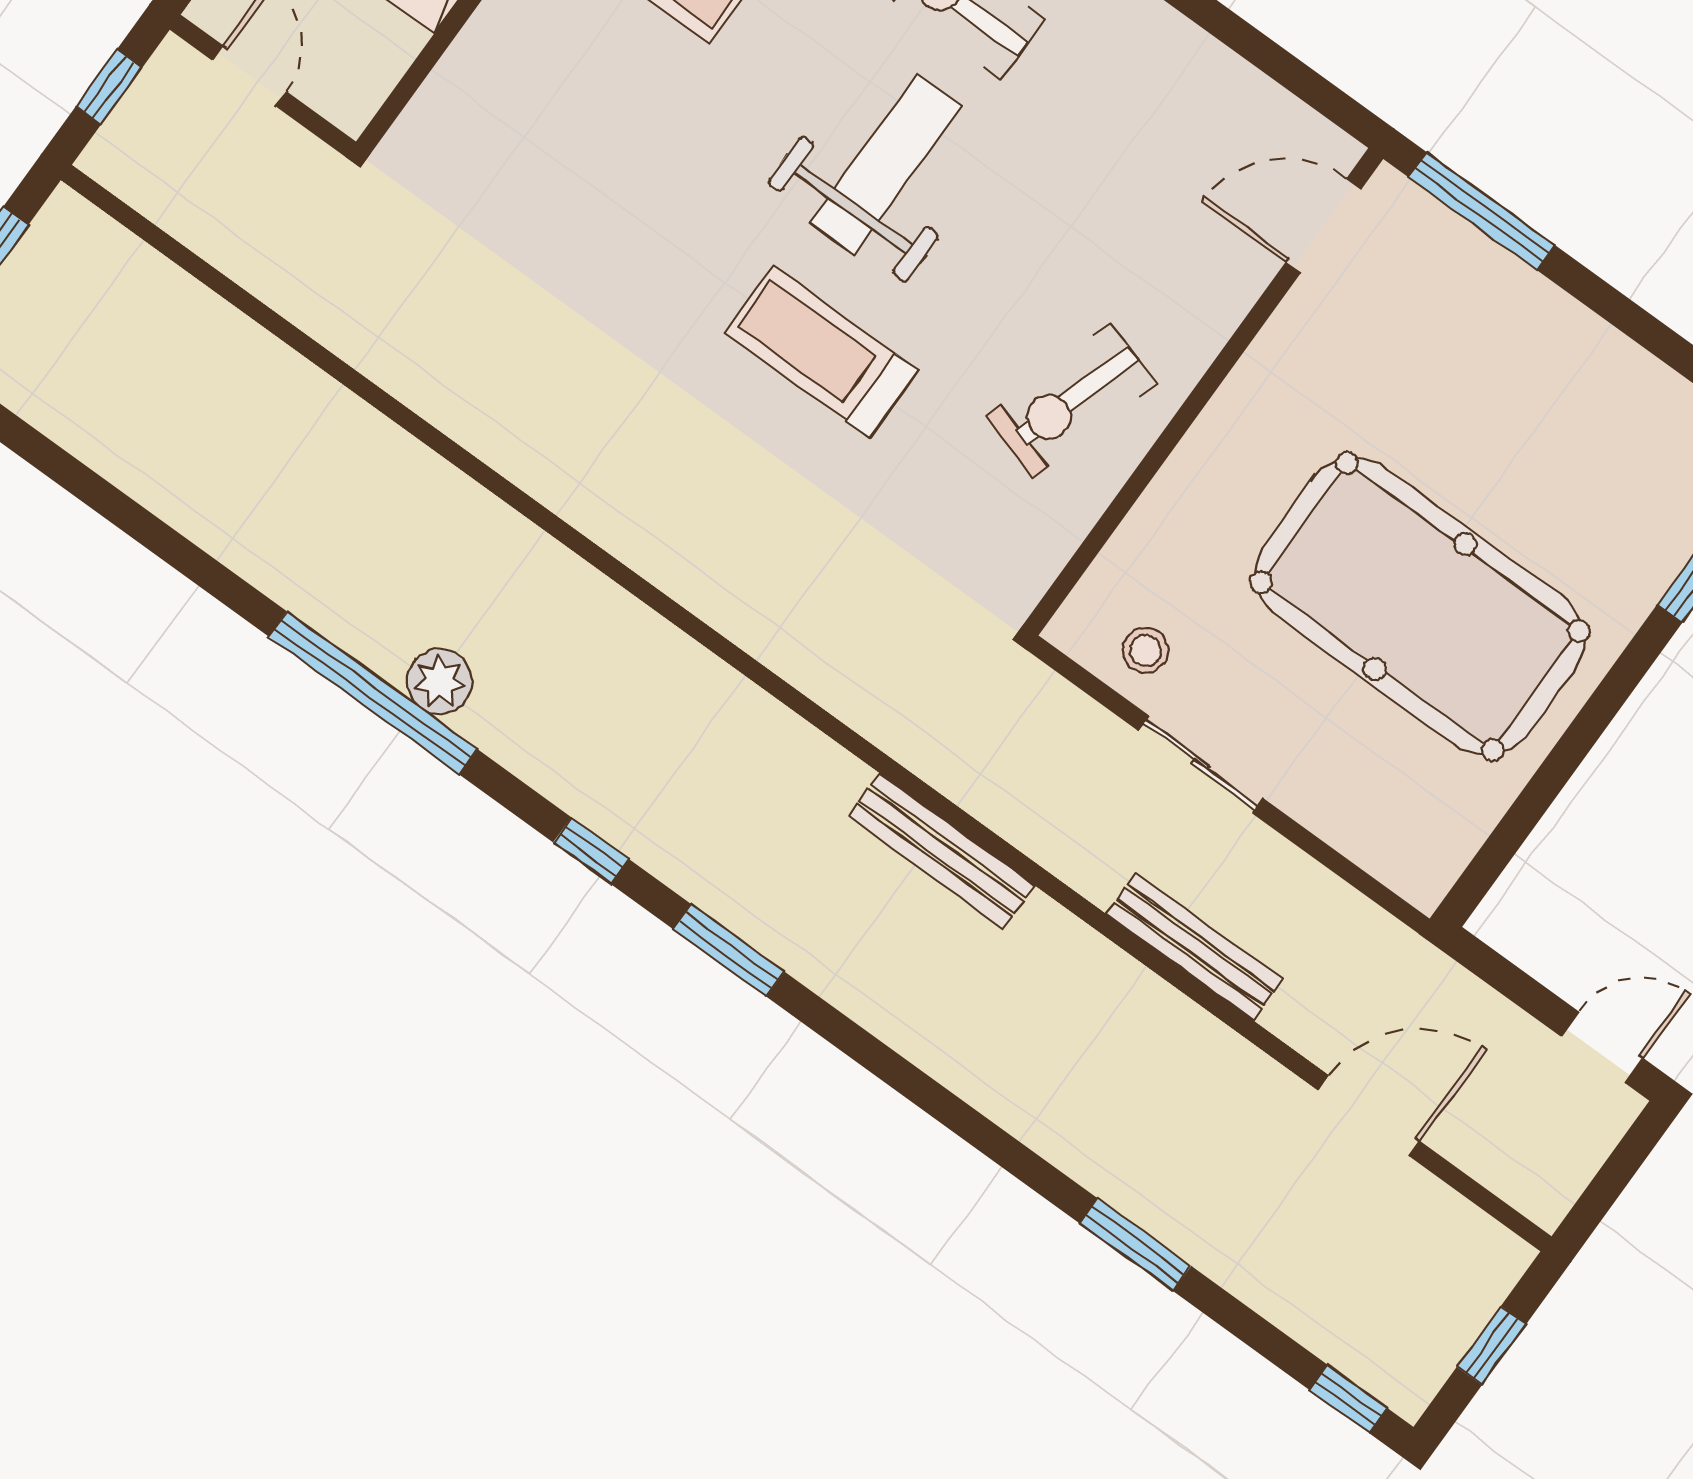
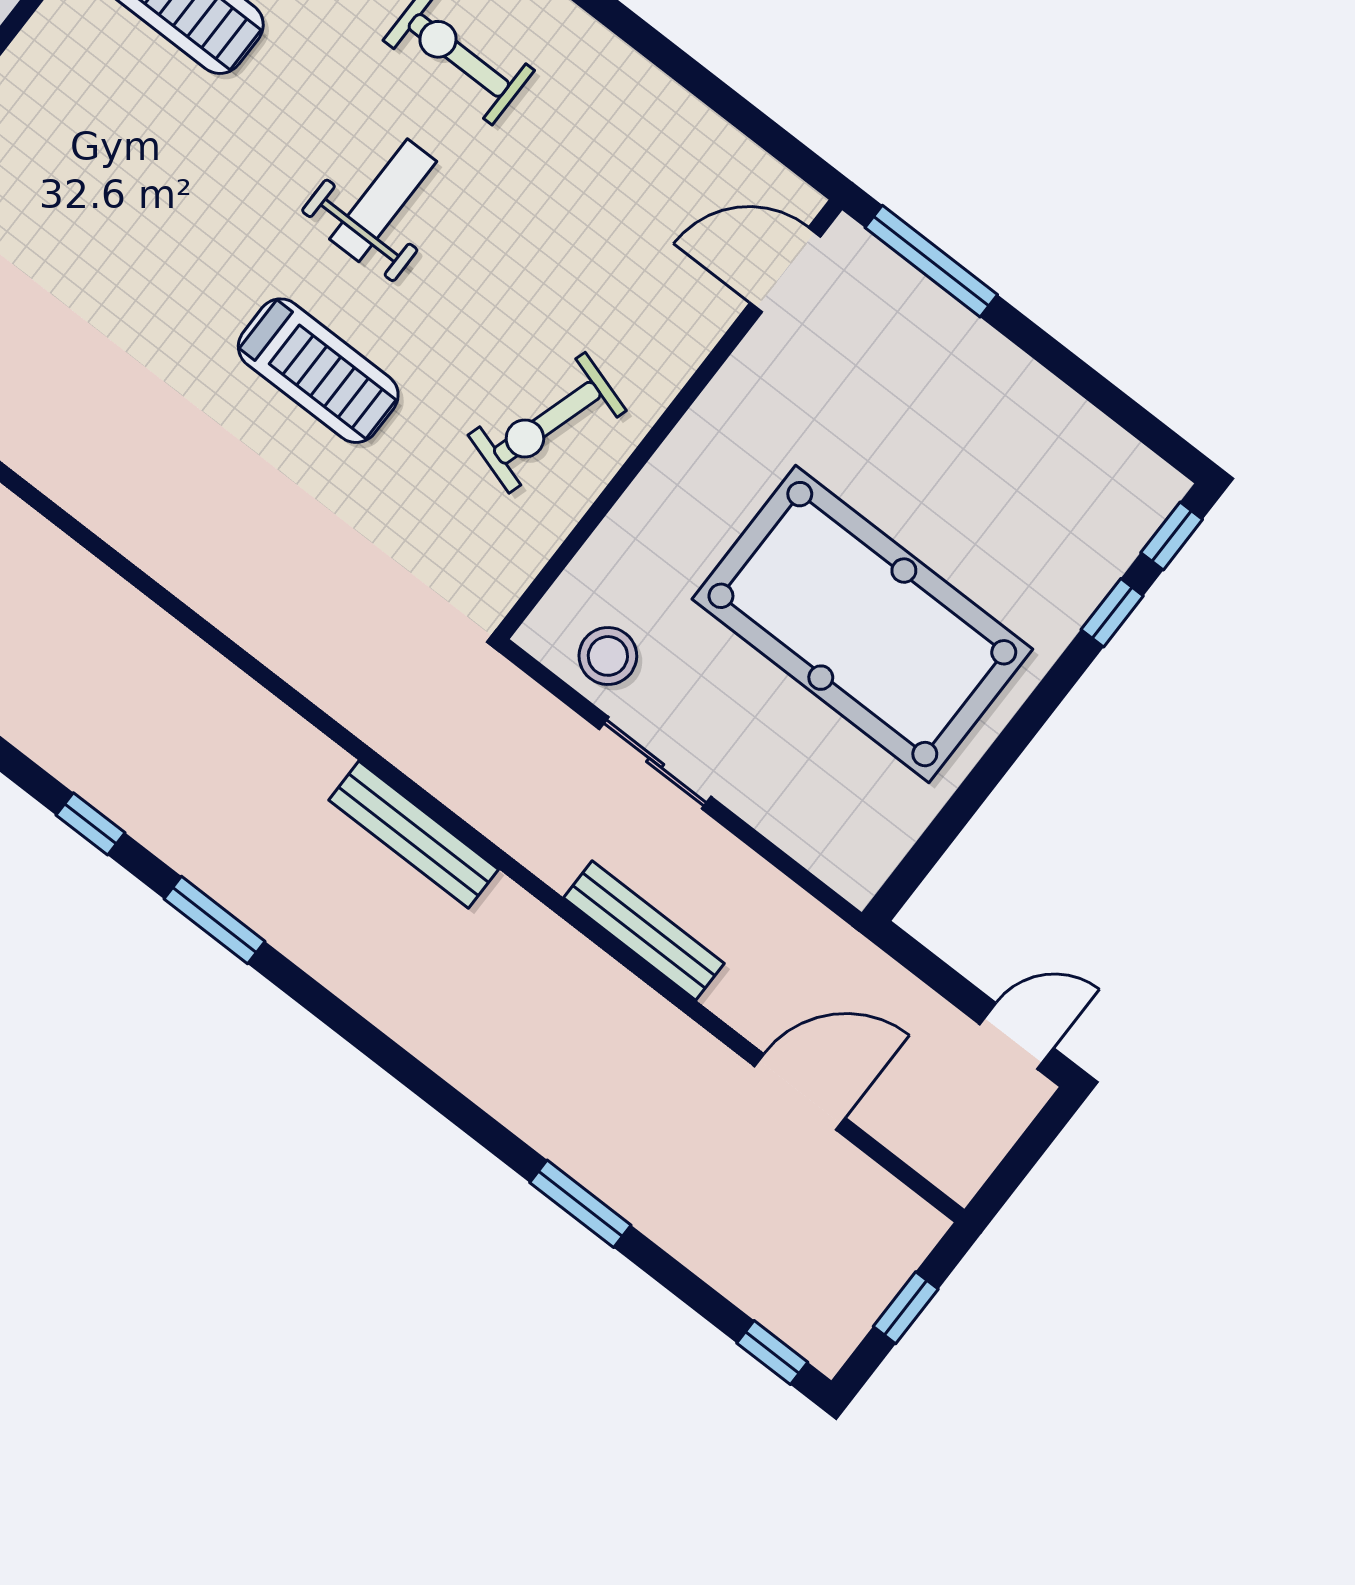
weight bench: (886, 165) -> (383, 200), width x0.73, depth x0.75
treadmill: (821, 352) -> (318, 371), turned 180
stool: (1145, 650) -> (608, 656), width x1.37, depth x1.37

